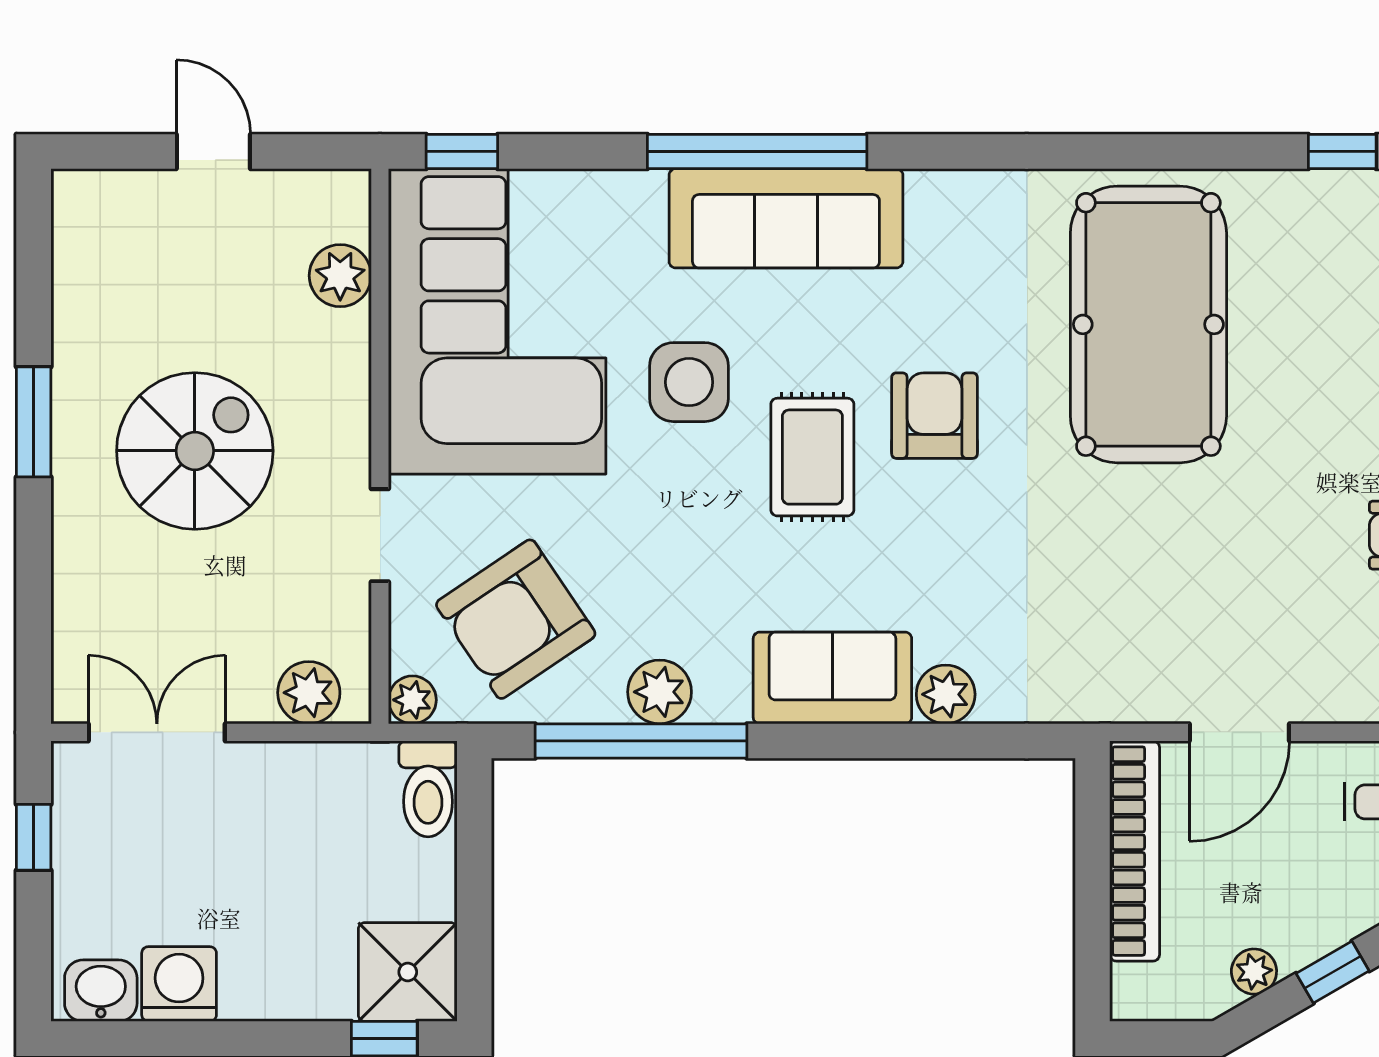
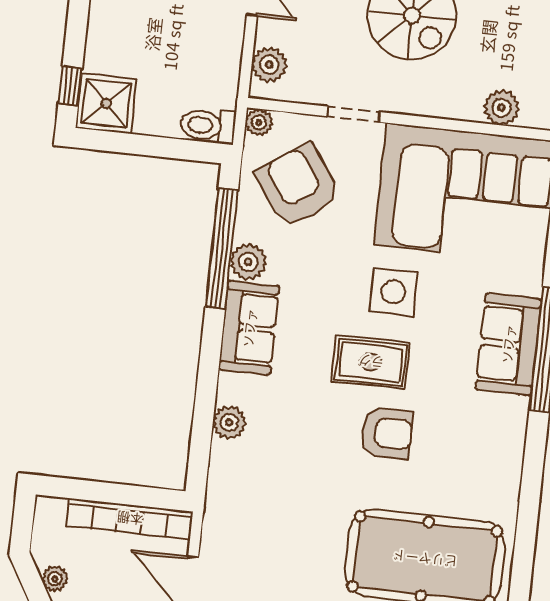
sofa: (786, 218) -> (508, 344), width x0.73
side table: (689, 382) -> (393, 292), moved
sofa: (832, 678) -> (249, 328), moved

